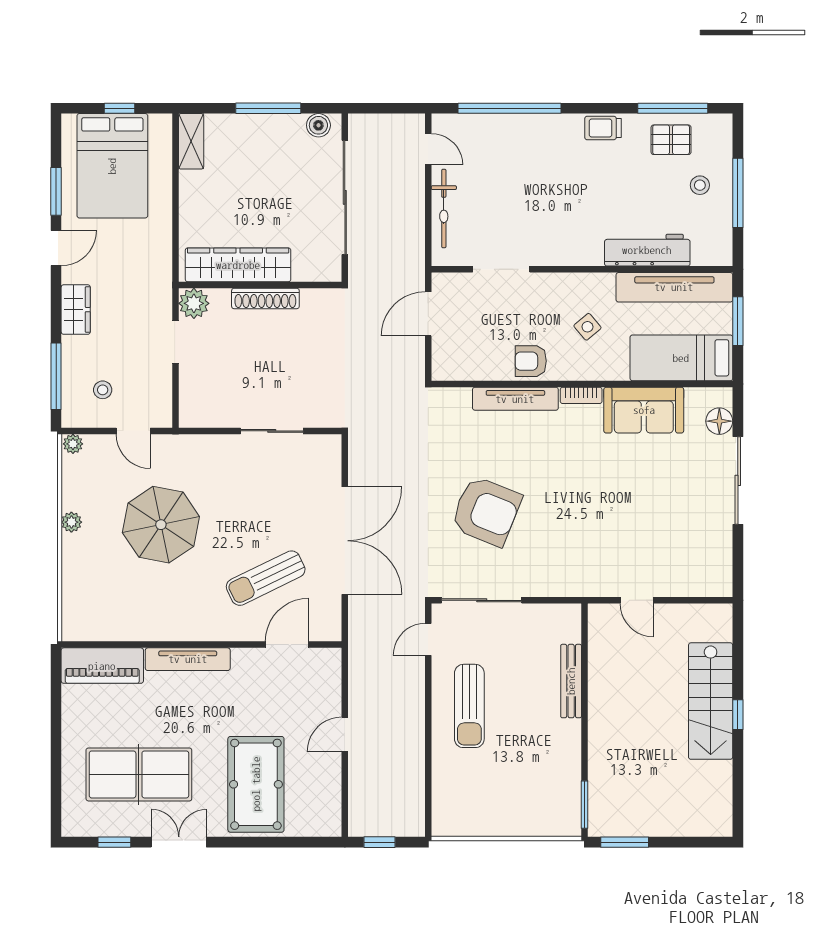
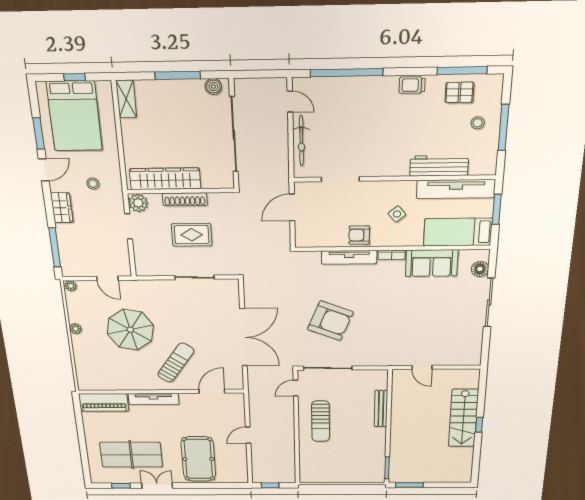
rug: (272, 357) -> (192, 235), added
stool: (103, 390) -> (93, 184), moved
sun lounger: (266, 578) -> (176, 363), moved, turned 151

